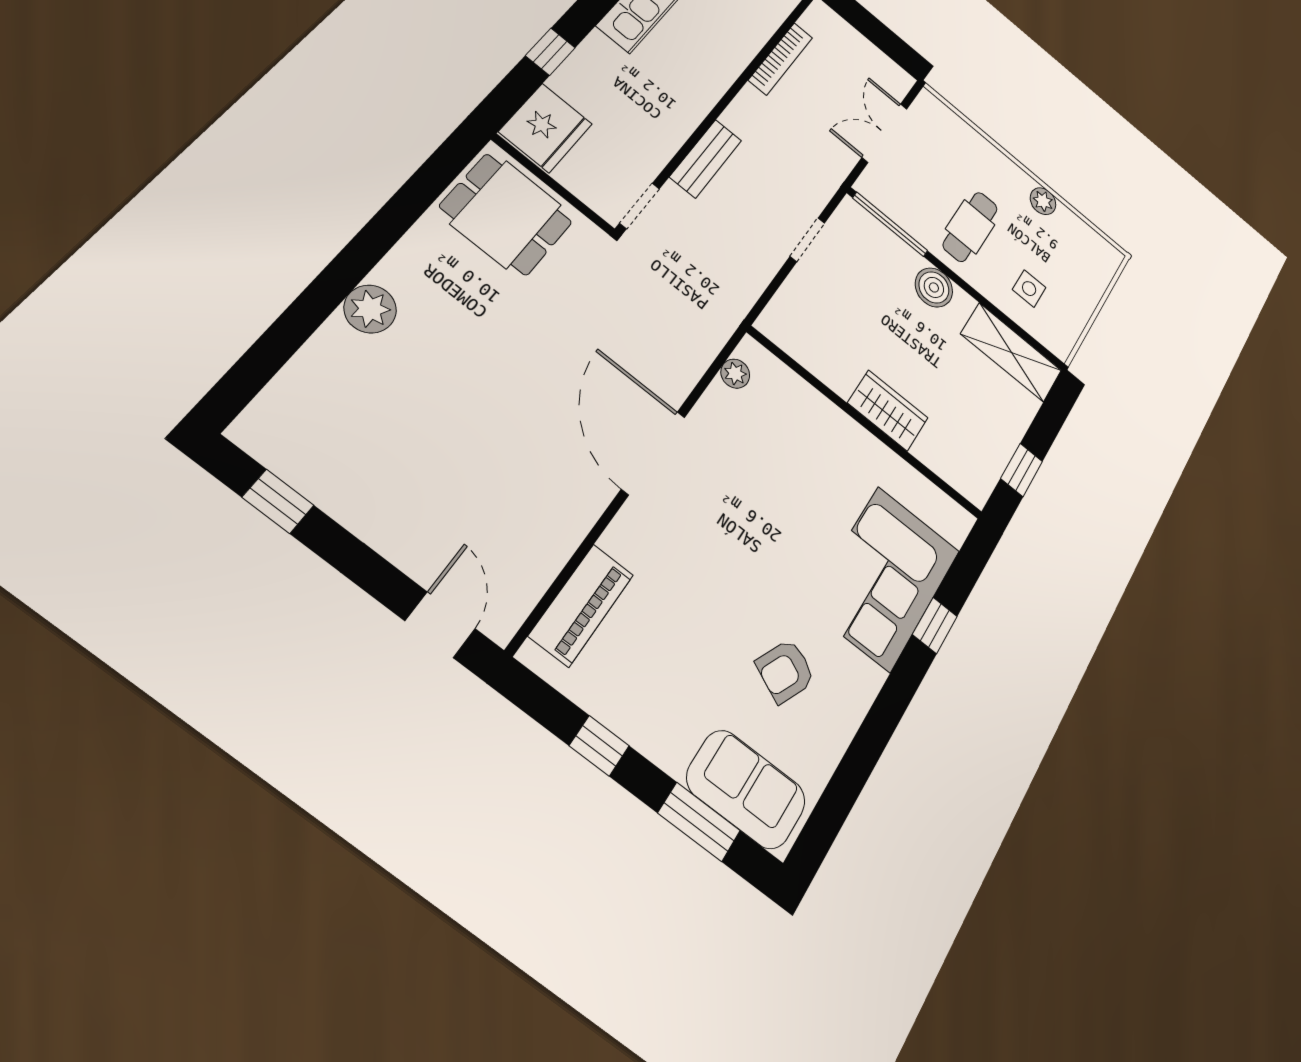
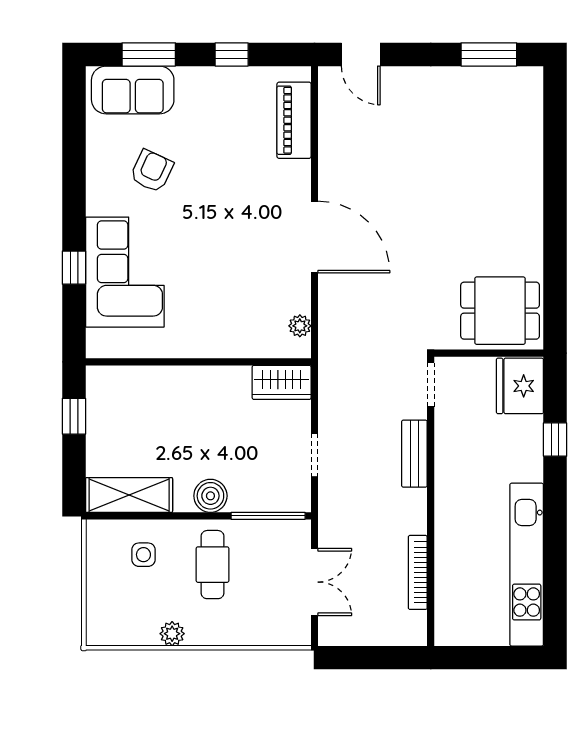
plant: (370, 309) -> (526, 192), removed
wardrobe: (888, 410) -> (282, 382), moved
window: (278, 501) -> (489, 54), width x1.50

